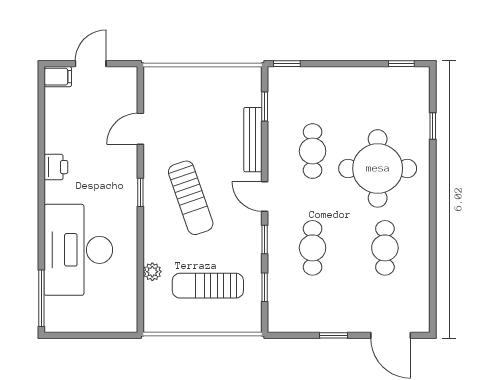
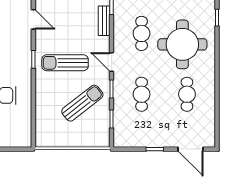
door: (140, 129) -> (33, 19), swing flipped
bench: (253, 140) -> (104, 21), width x0.73
sun lounger: (191, 198) -> (65, 63), turned 109
plant: (152, 272) -> (41, 109), removed
sun lounger: (208, 286) -> (82, 103), moved, turned 142

